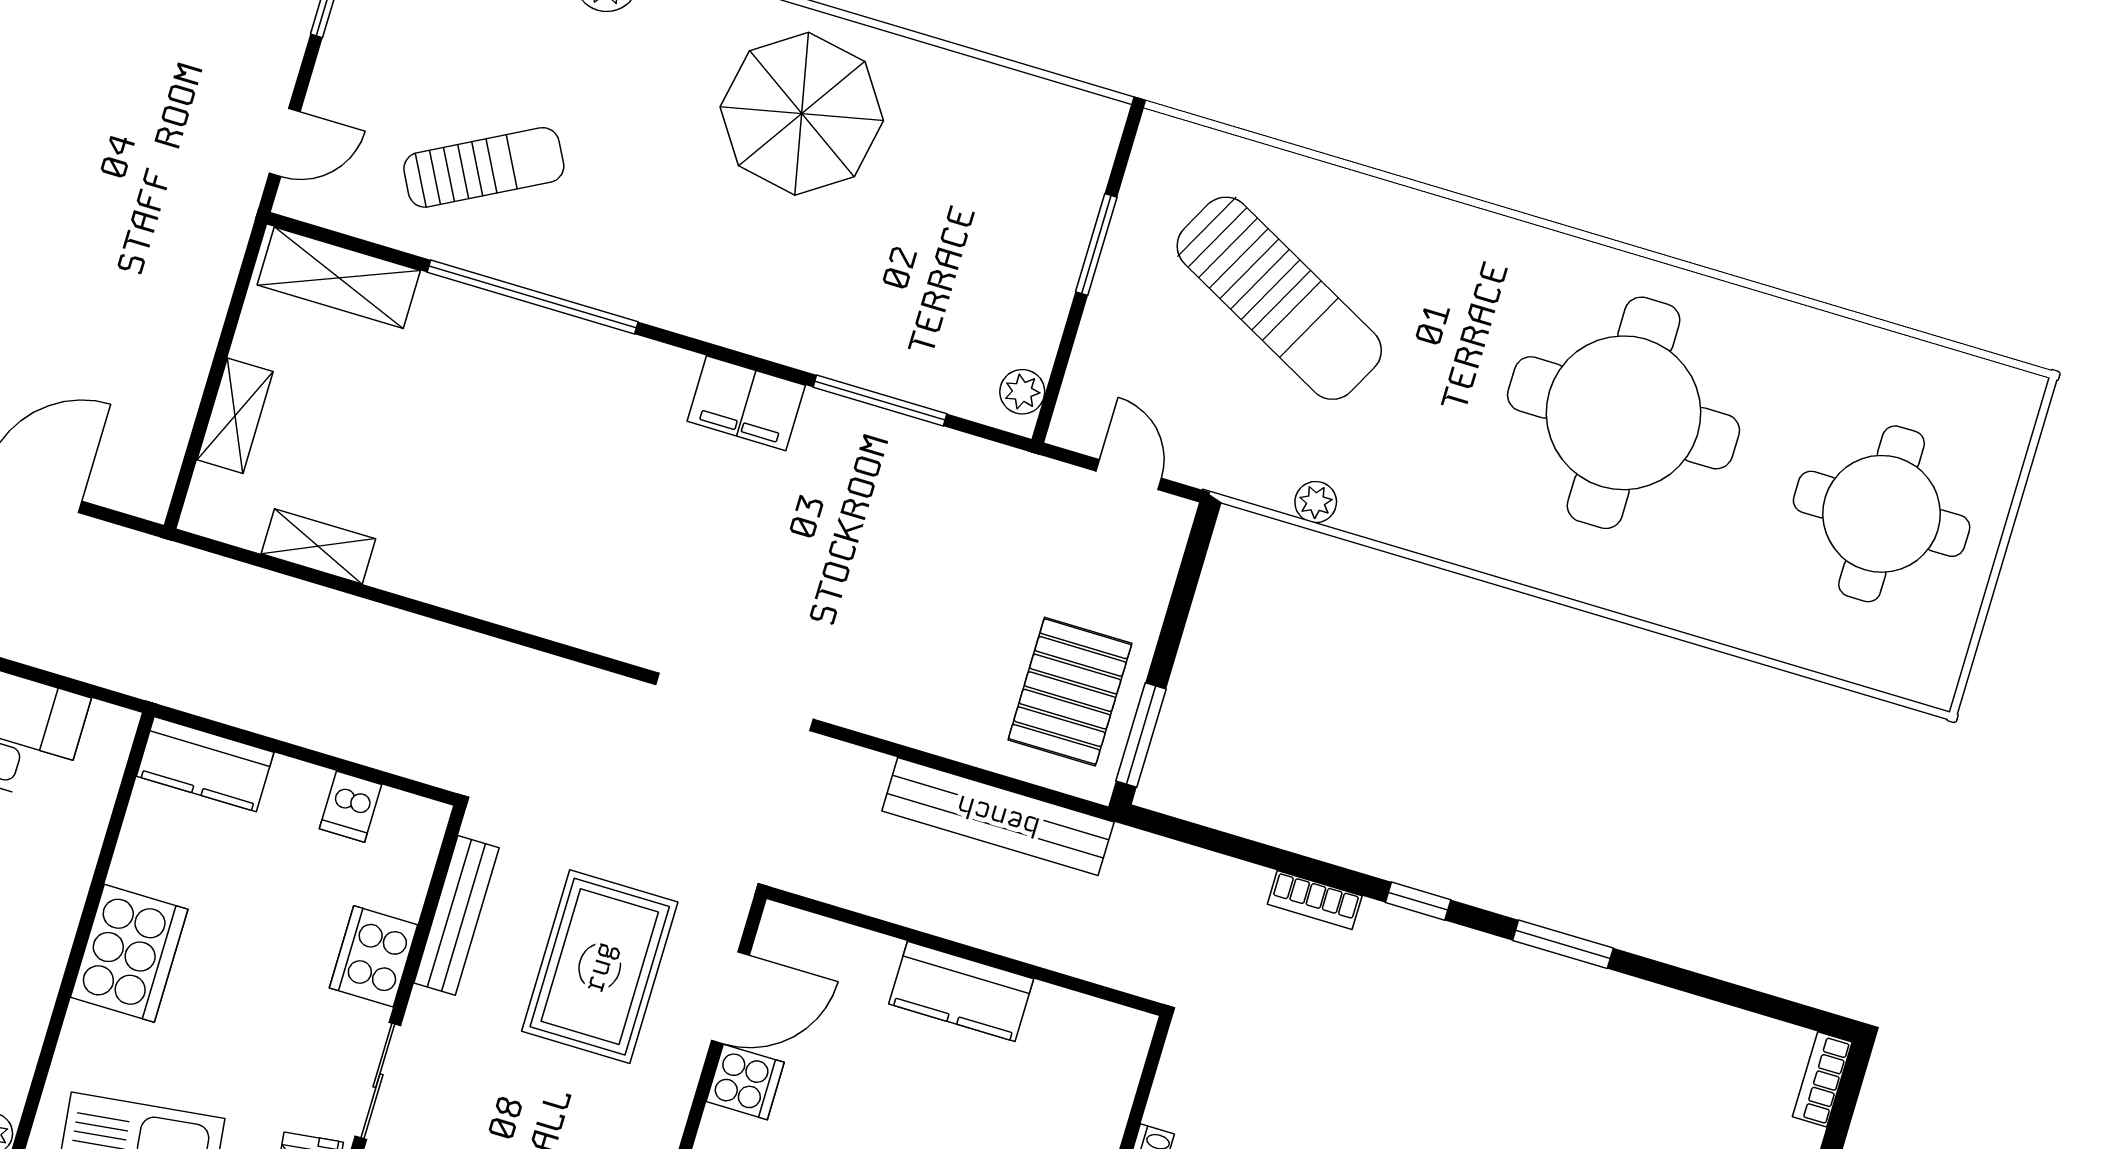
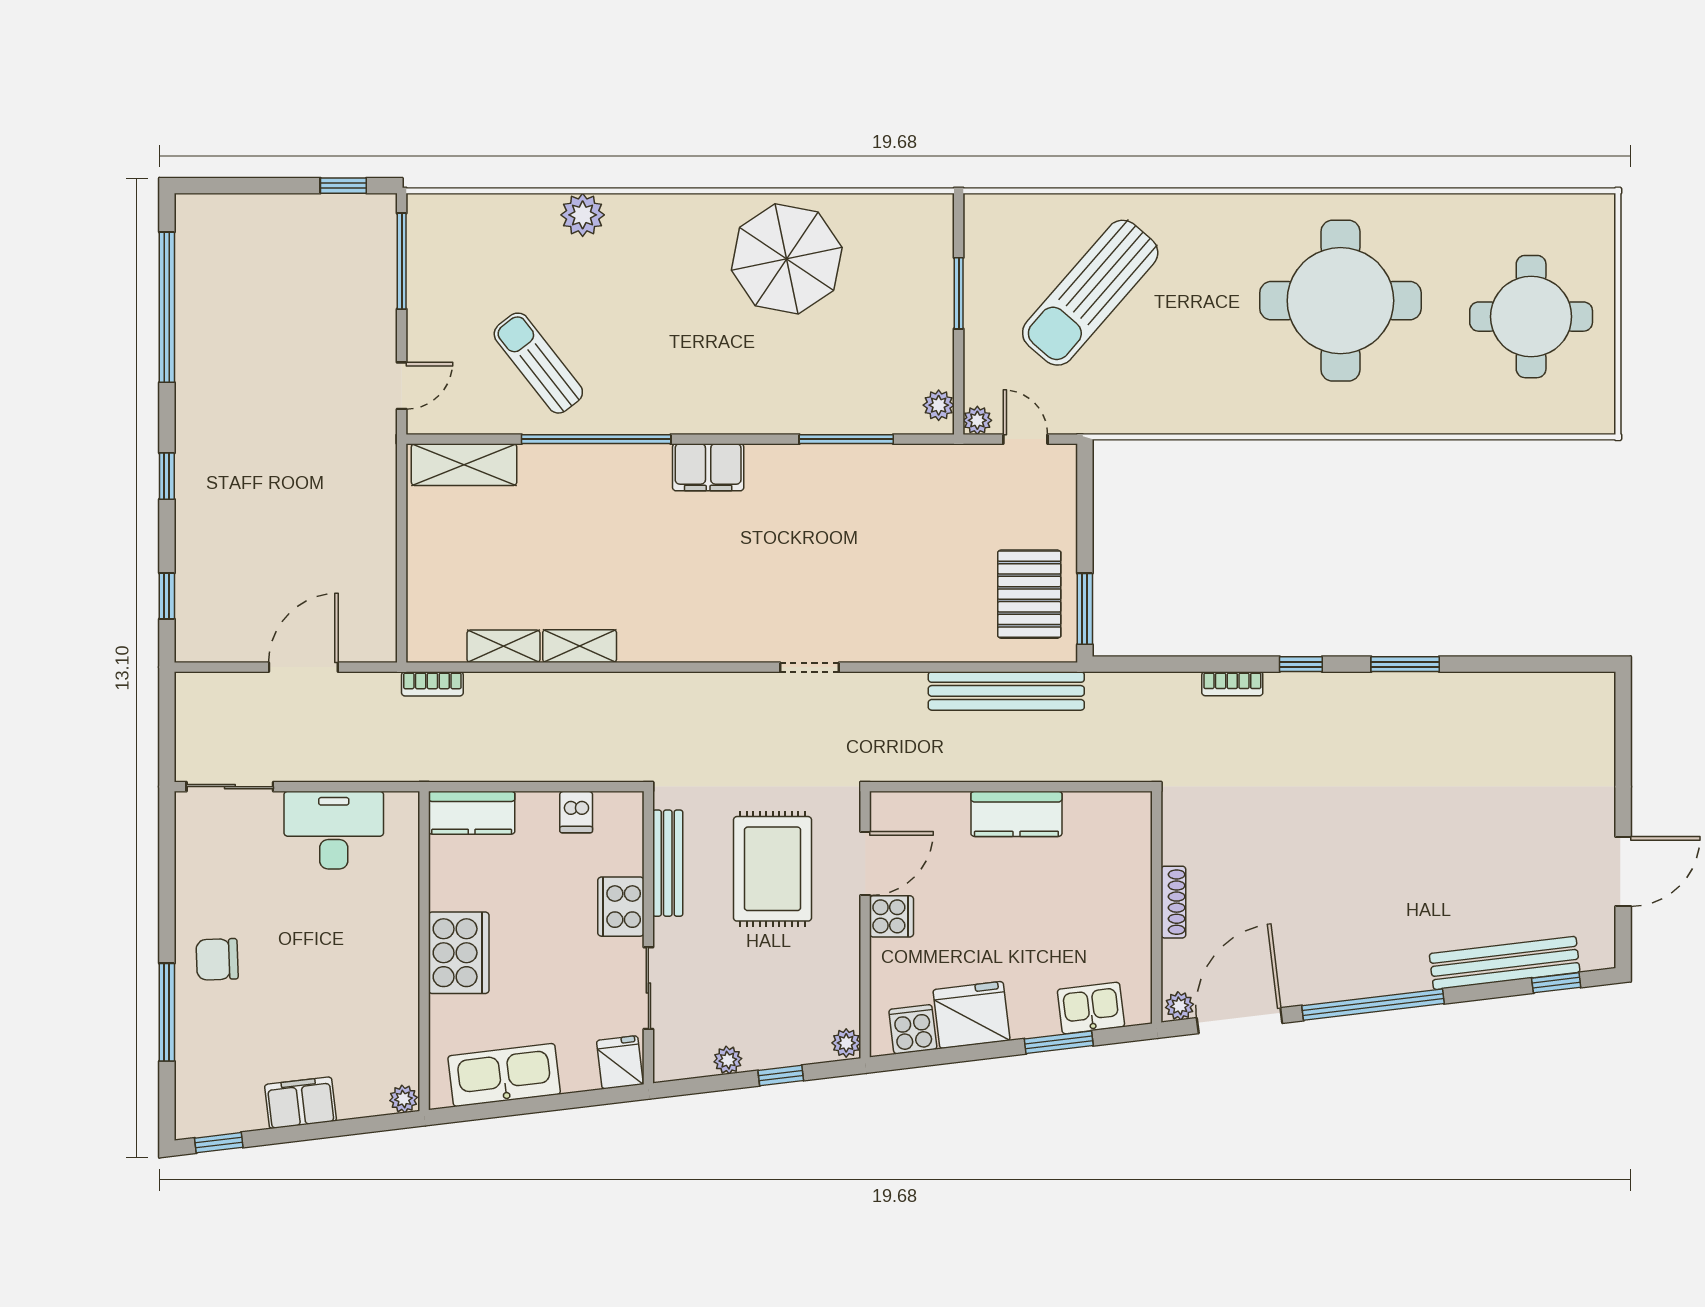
parasol: (802, 114) -> (787, 259), moved
sun lounger: (484, 167) -> (538, 363), turned -100
sun lounger: (1279, 298) -> (1090, 293), turned 103
filing cabinet: (746, 403) -> (708, 467), moved
shelving: (235, 416) -> (580, 646), moved, turned 90
plant: (1316, 502) -> (977, 420), moved
doorway: (734, 702) -> (809, 667), width x0.53
bookcase: (1822, 1079) -> (432, 684), moved, turned -90

